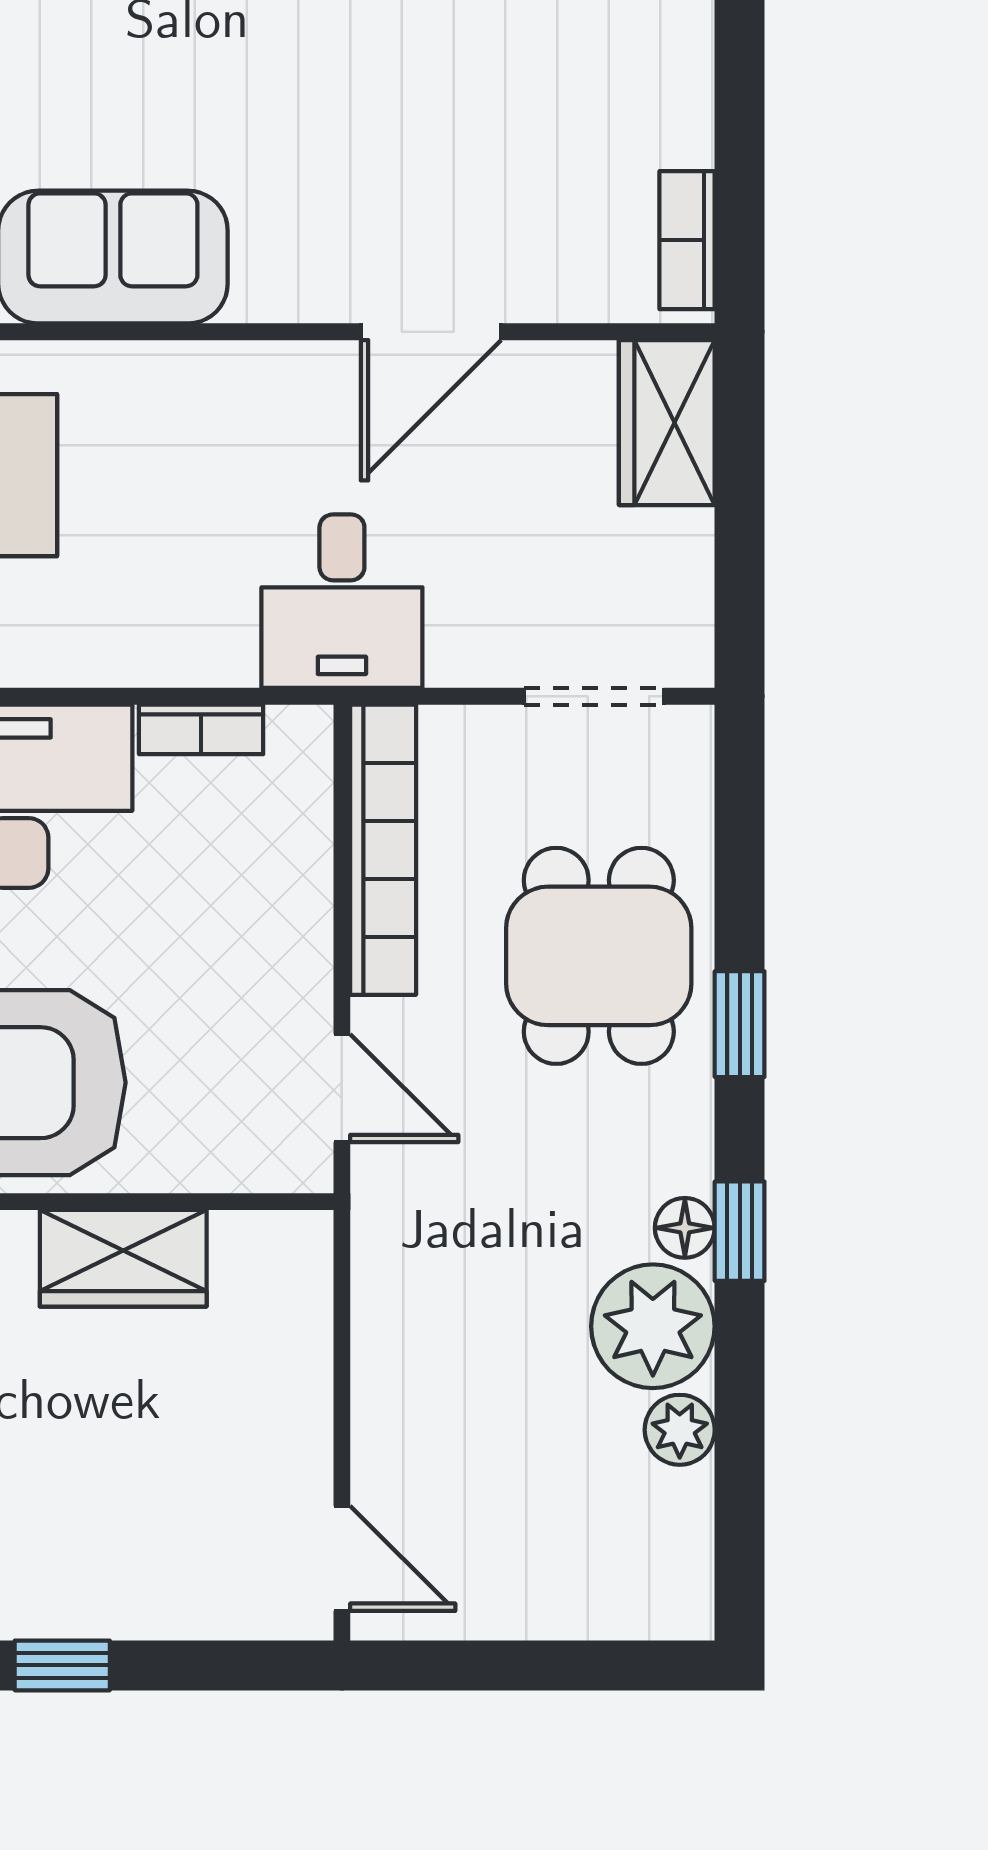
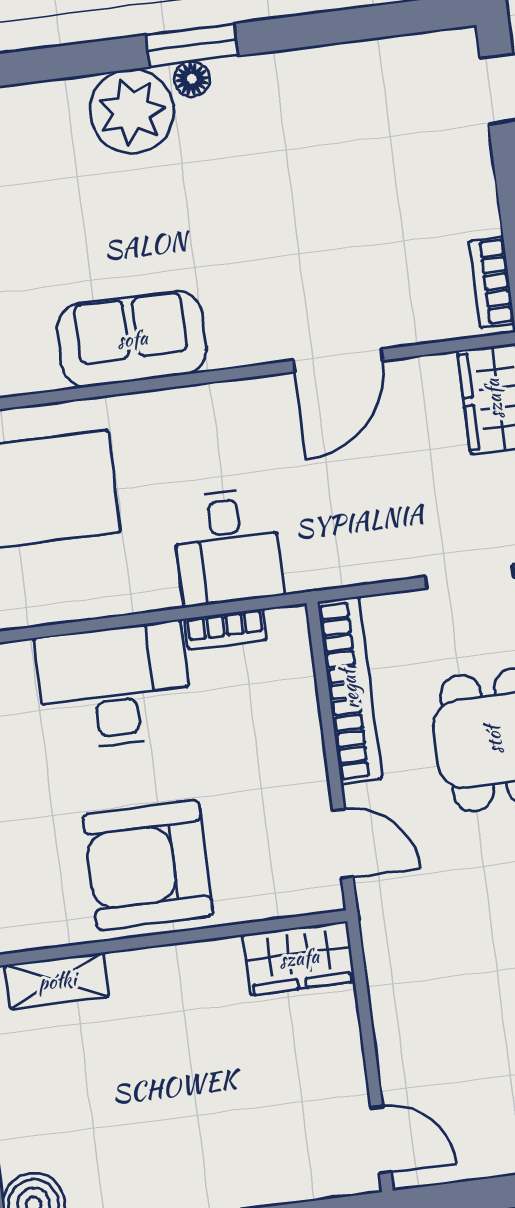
desk: (342, 601) -> (227, 547), moved
wardrobe: (123, 1258) -> (299, 958), moved

